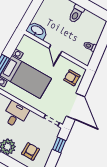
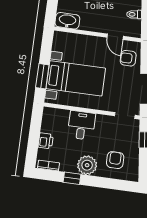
door: (55, 50) -> (115, 37), moved

